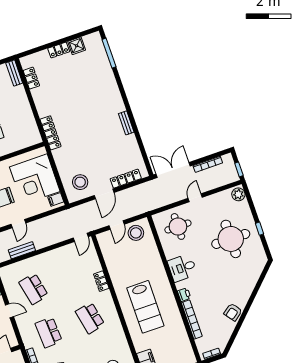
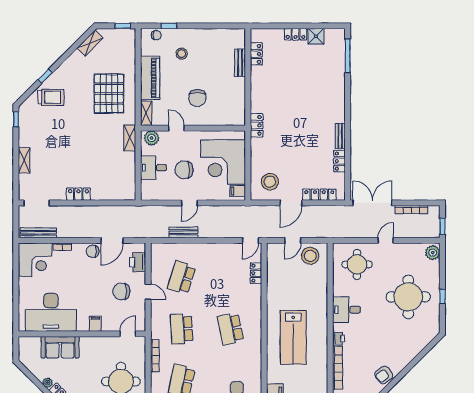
bench: (14, 73) -> (240, 63), moved
locker: (51, 133) -> (257, 125), width x0.66
locker: (133, 144) -> (339, 161), added
locker: (101, 281) -> (256, 273), moved
school desk: (34, 289) -> (182, 277), turned 30

